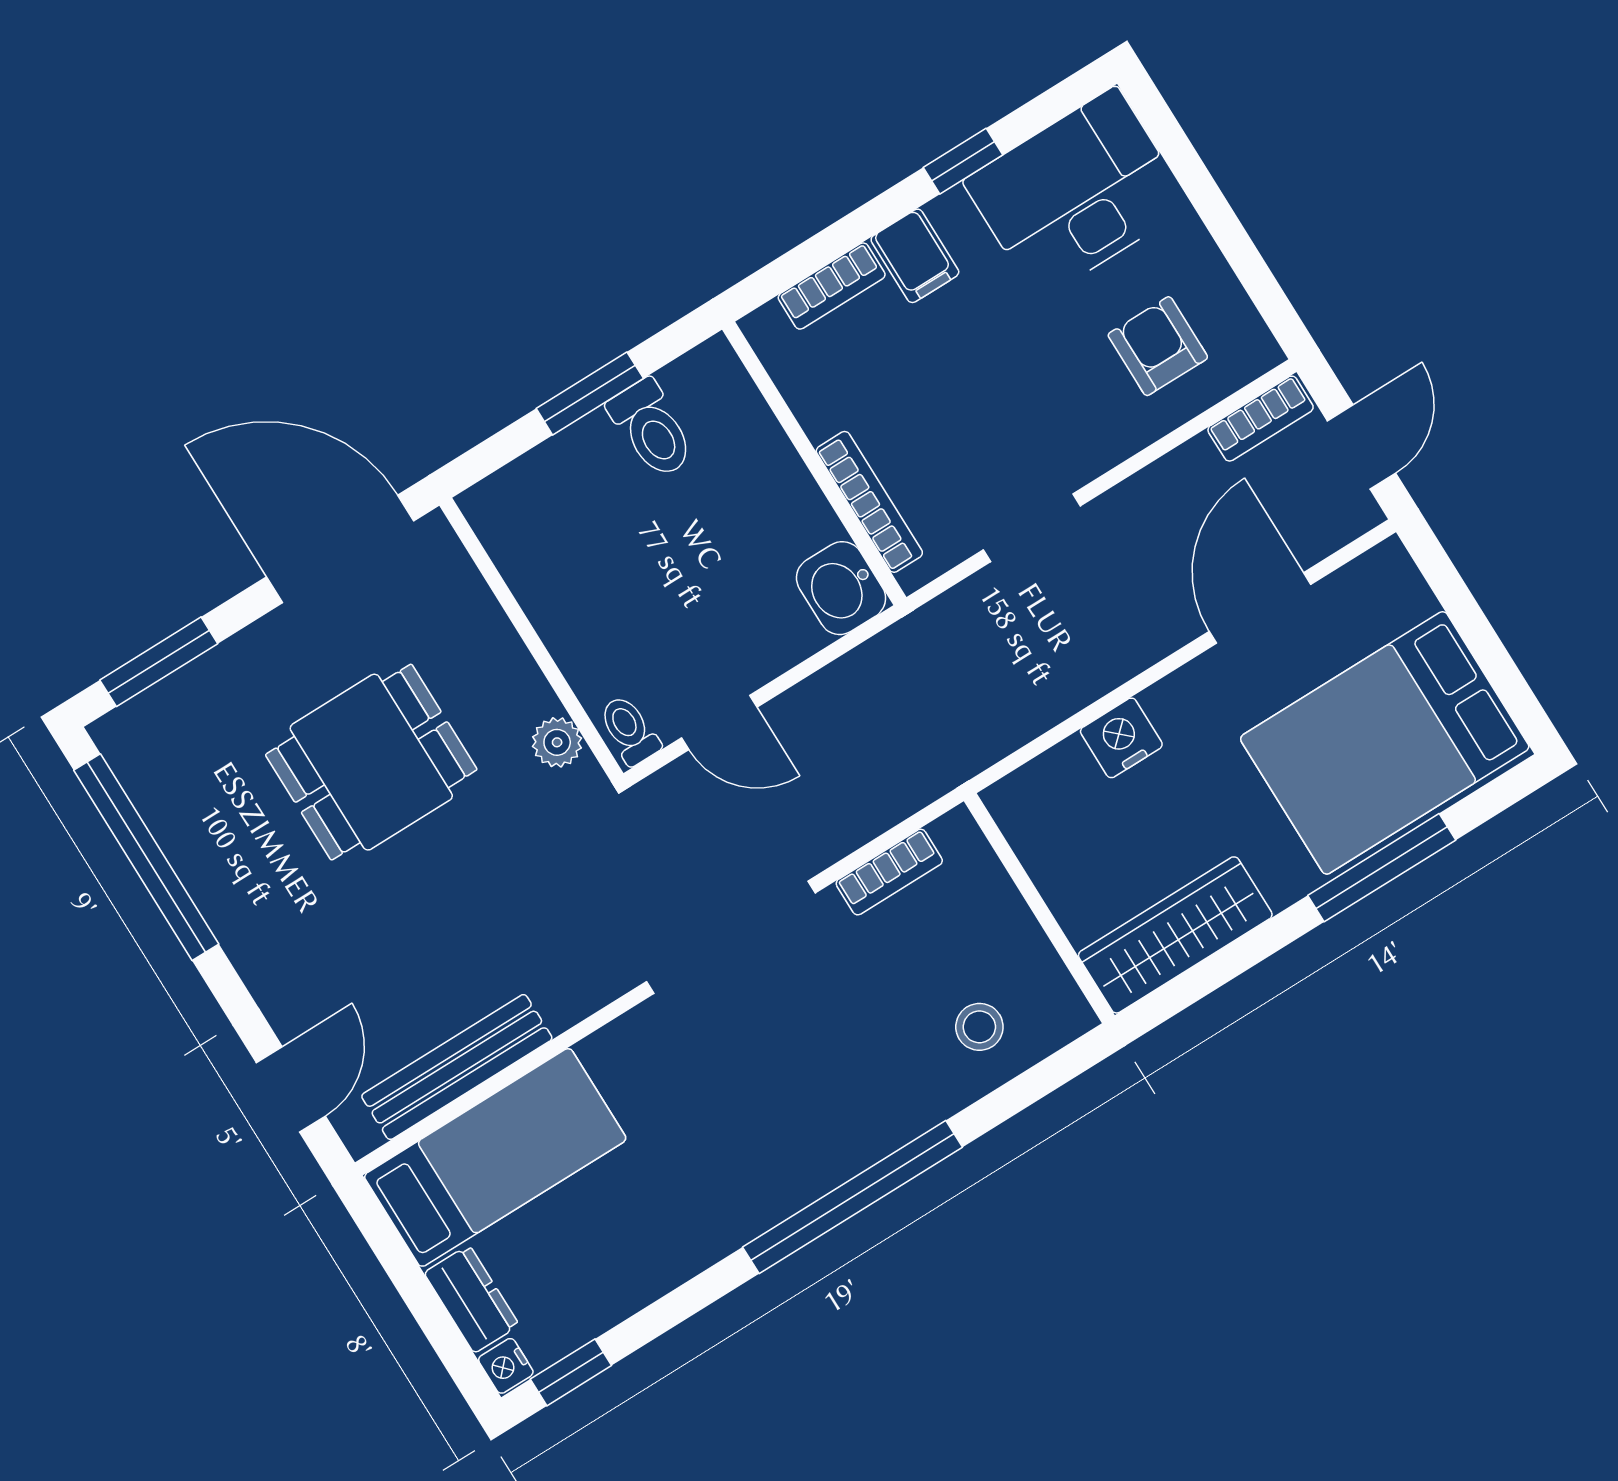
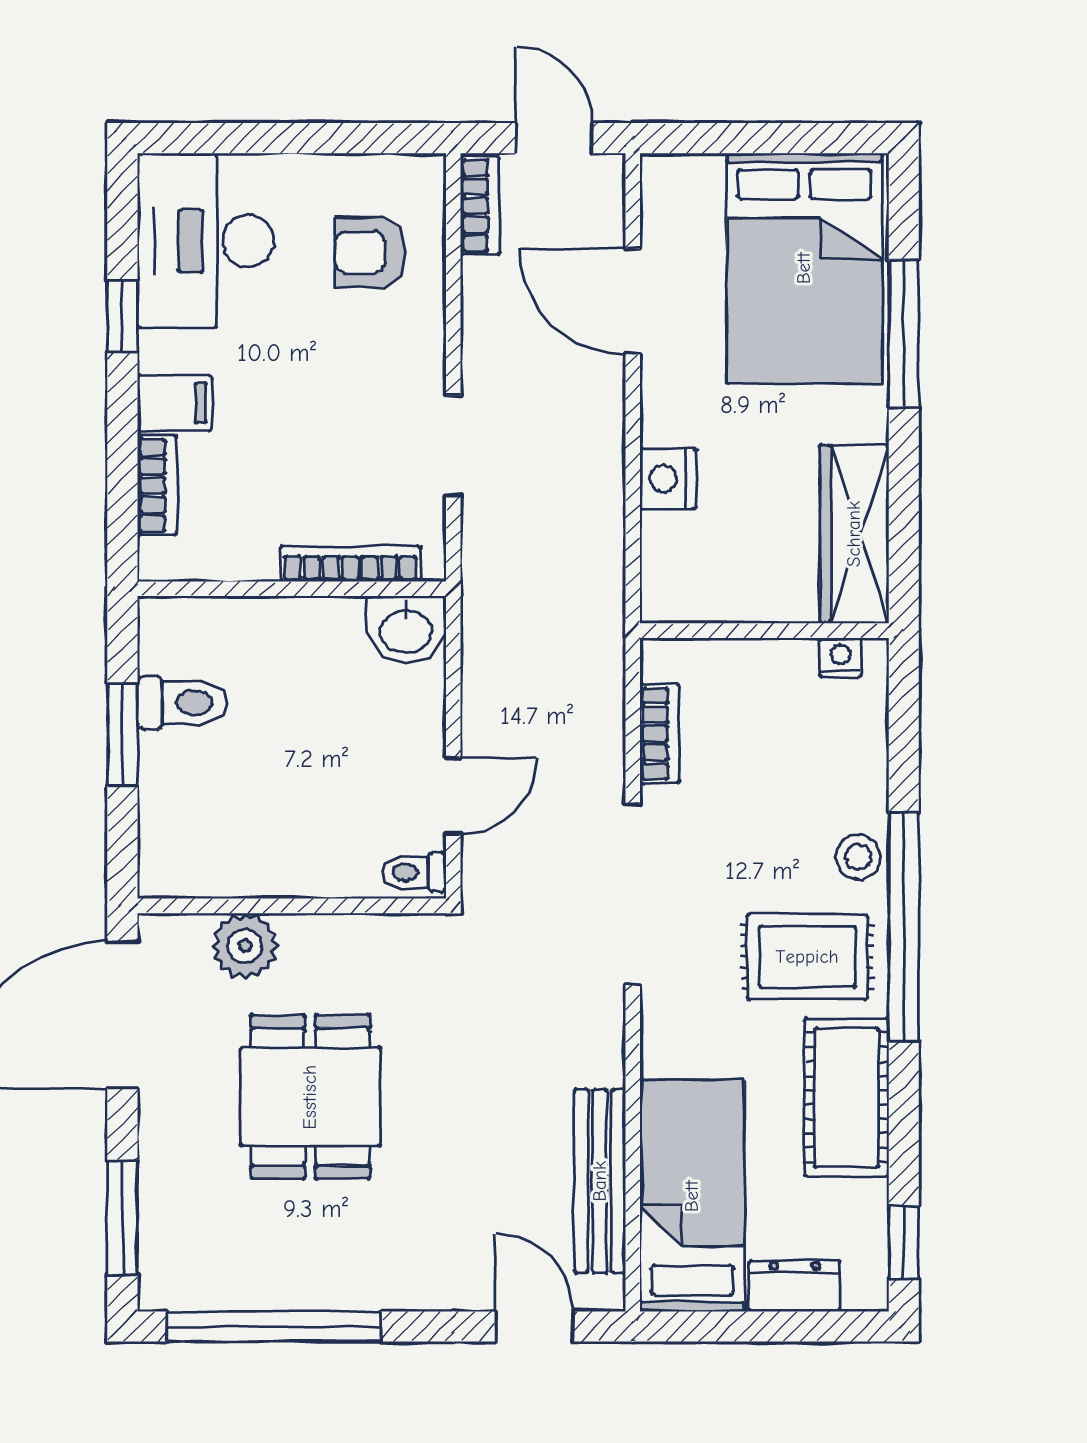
plant: (557, 742) -> (245, 946), moved, width x1.38, depth x1.38
stool: (979, 1027) -> (858, 857), moved
rug: (772, 1128) -> (807, 957), added
cot: (669, 1241) -> (847, 1097), added
nightstand: (506, 1366) -> (841, 657), moved, turned 180

